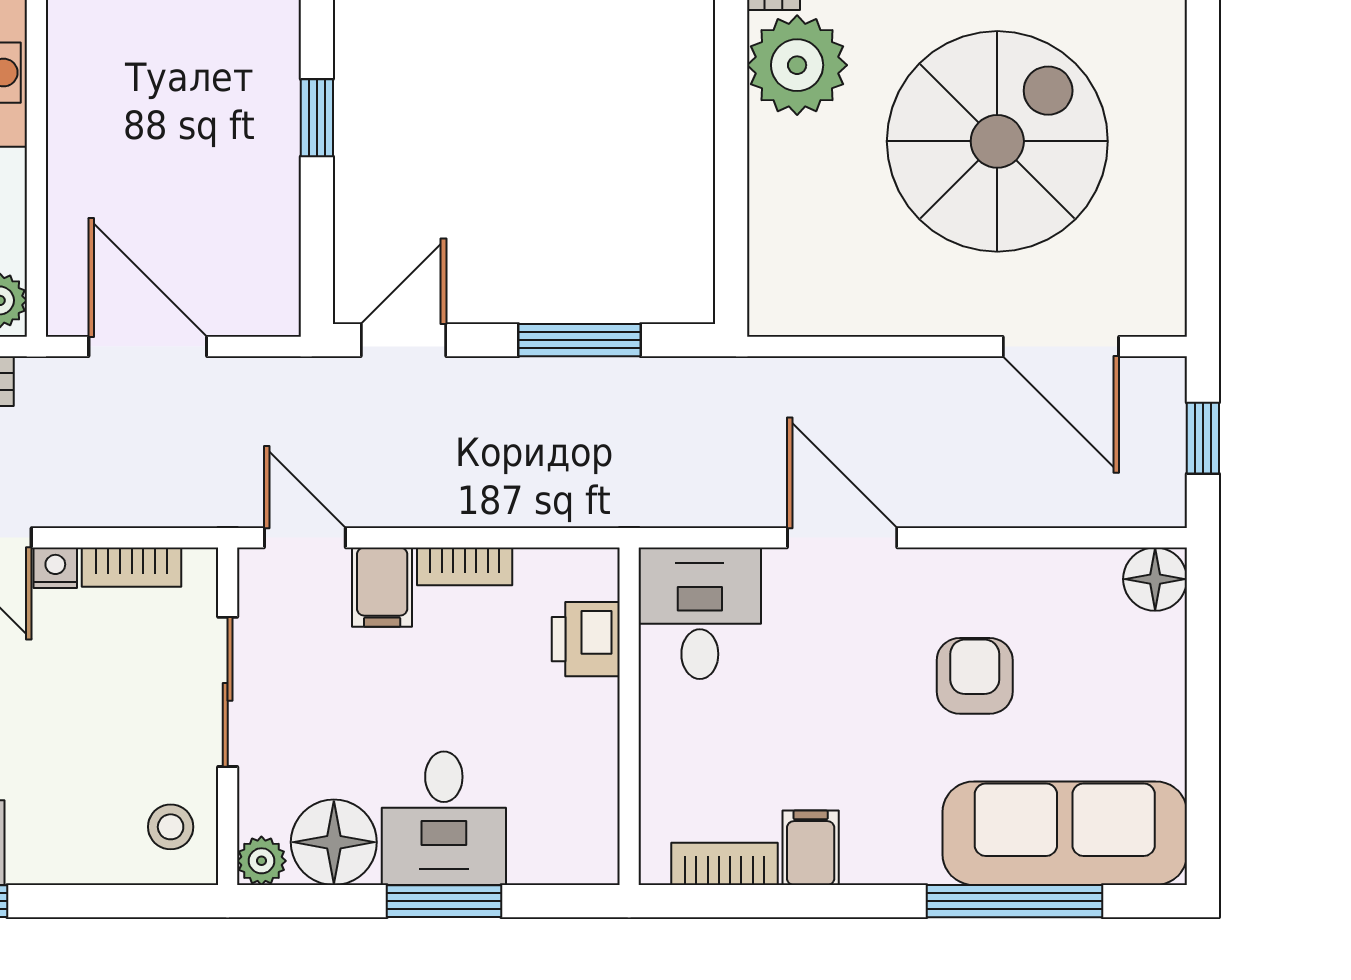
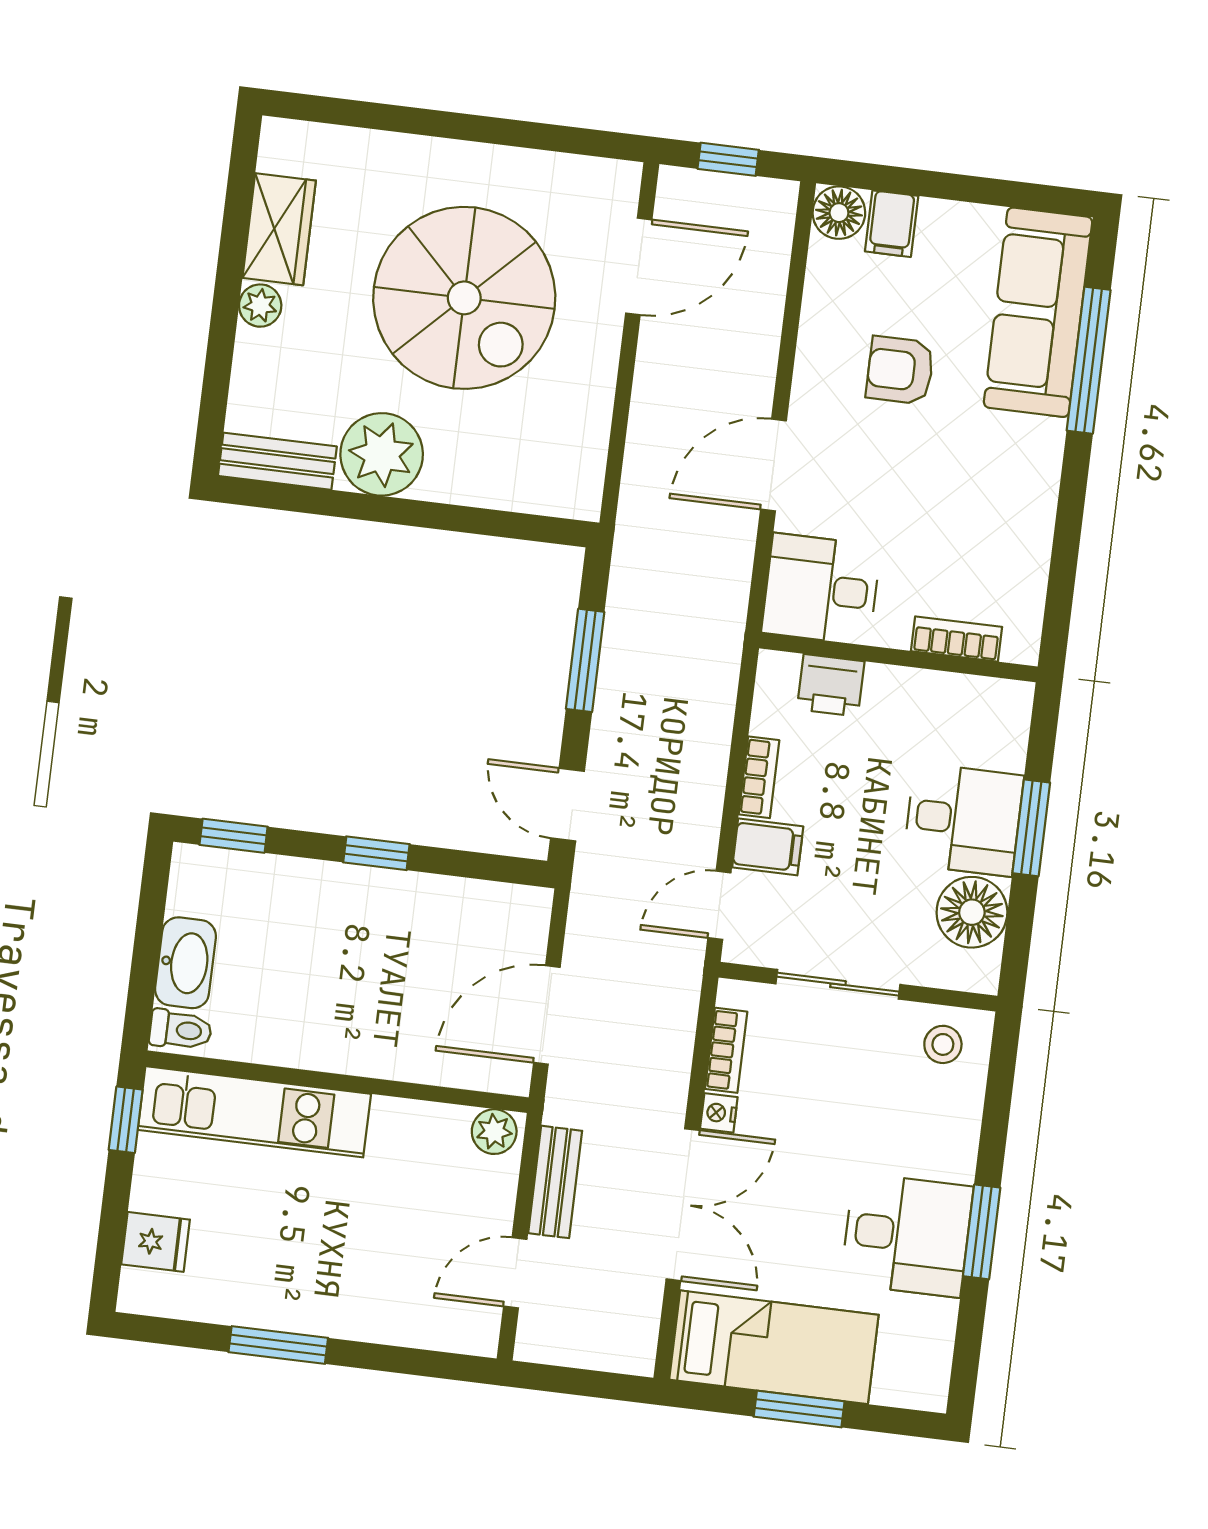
spiral stairs: (997, 141) -> (464, 298), turned 180
filing cabinet: (811, 848) -> (892, 224), moved, turned -90
plant: (261, 861) -> (980, 973), removed
bookcase: (724, 864) -> (957, 639), moved, turned 90

